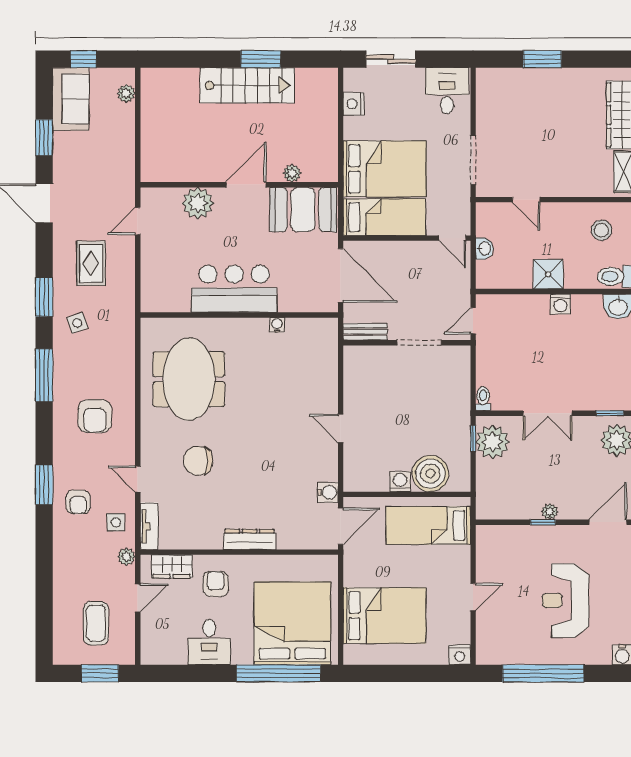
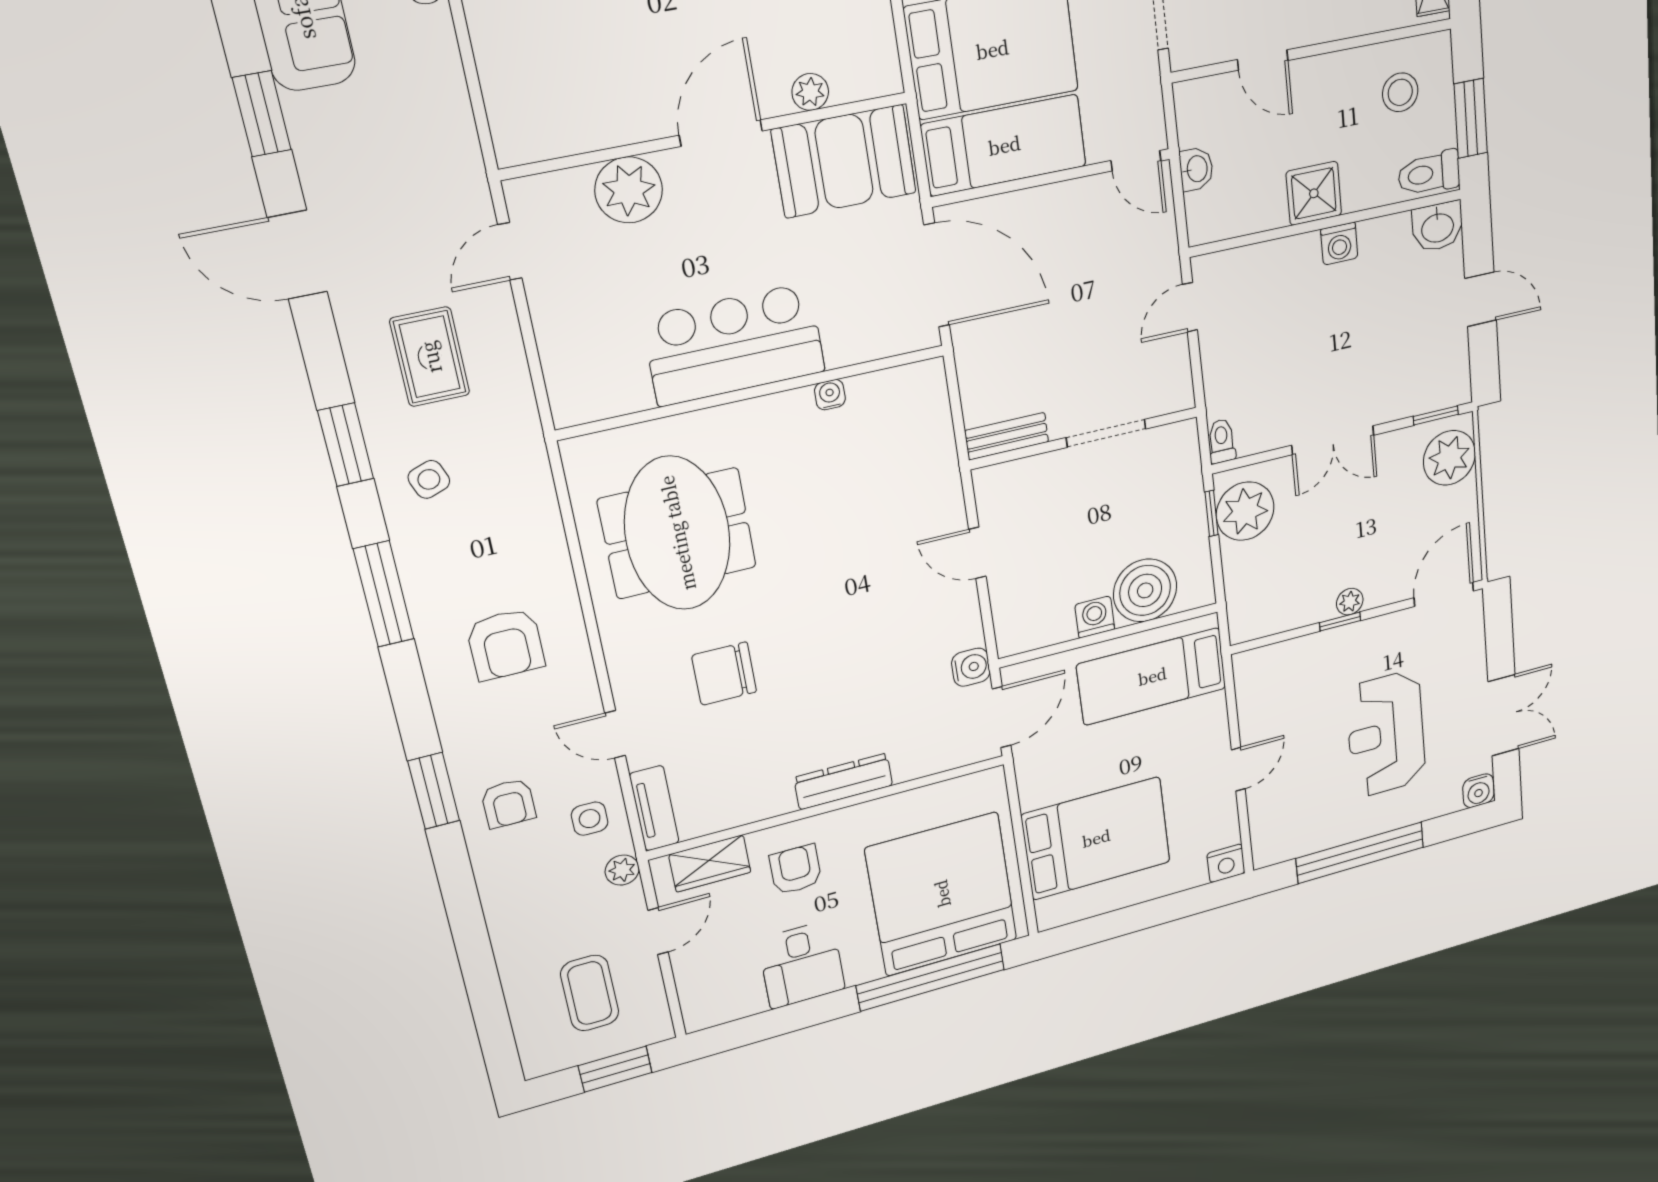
bench: (365, 332) -> (1007, 436), moved
wall: (407, 343) -> (1084, 438), moved
doorway: (419, 343) -> (1106, 433), moved

